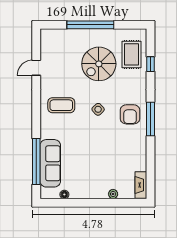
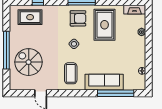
spiral stairs: (99, 64) -> (29, 62), moved, turned 180
rug: (122, 148) -> (105, 25), added
sofa: (50, 163) -> (104, 82), moved

